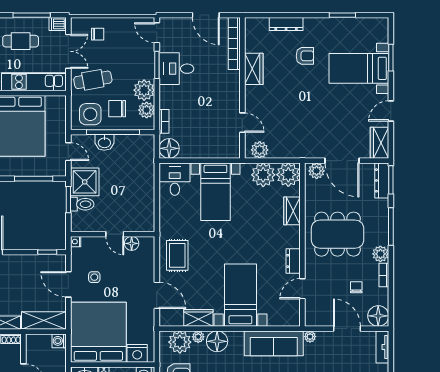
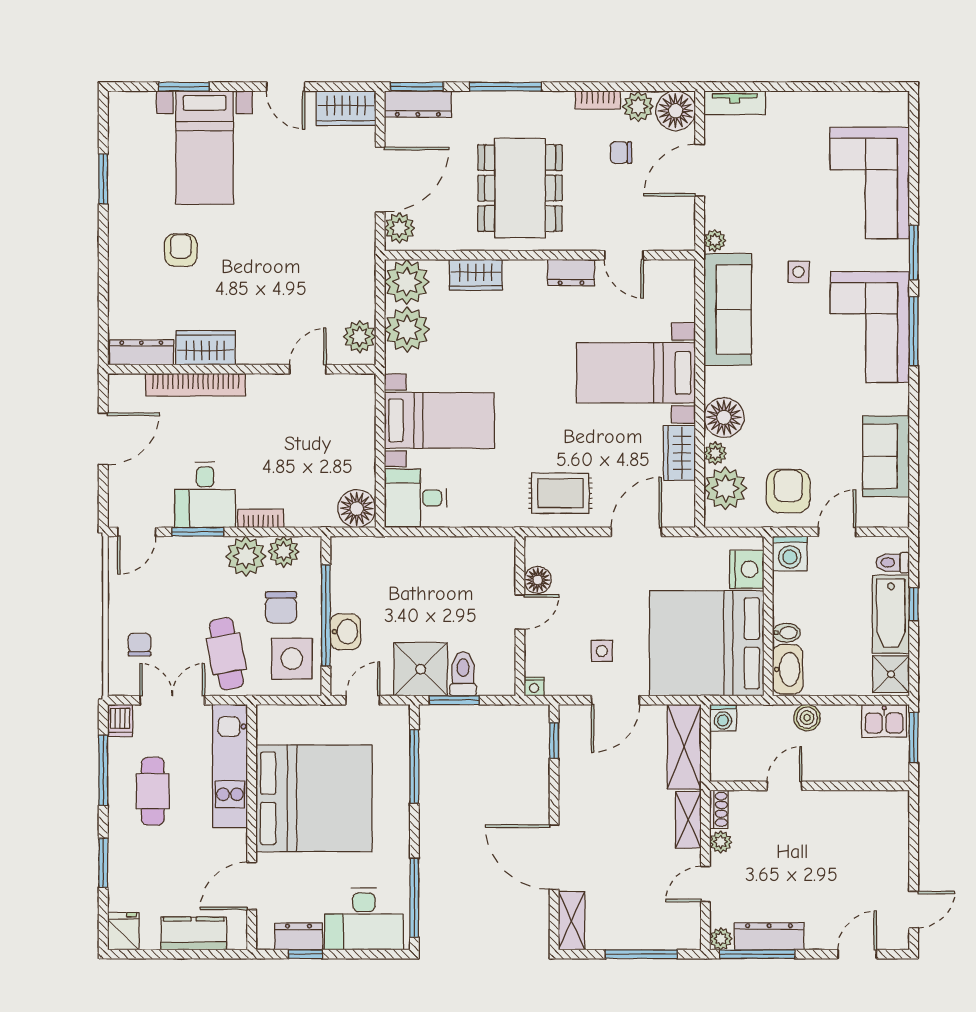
dresser: (286, 24) -> (141, 352), moved, turned -90
bookcase: (234, 44) -> (196, 385), moved
bookcase: (164, 121) -> (261, 518), moved
plant: (380, 254) -> (638, 106), moved

